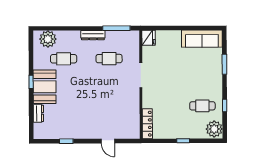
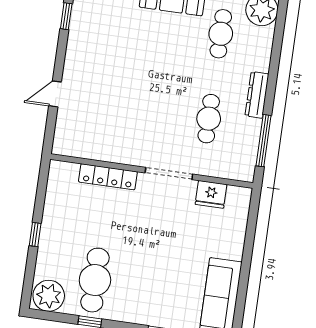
fridge: (149, 38) -> (211, 194), moved
cafe table: (202, 106) -> (95, 280), width x1.37, depth x1.35
locker: (147, 124) -> (108, 177), moved

